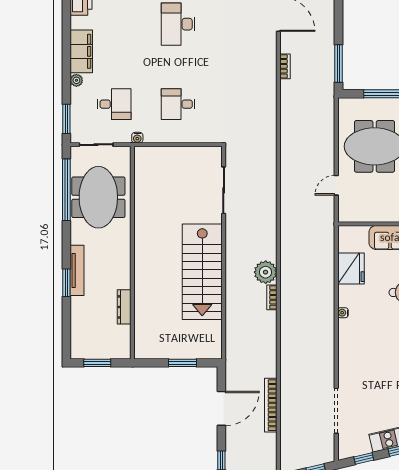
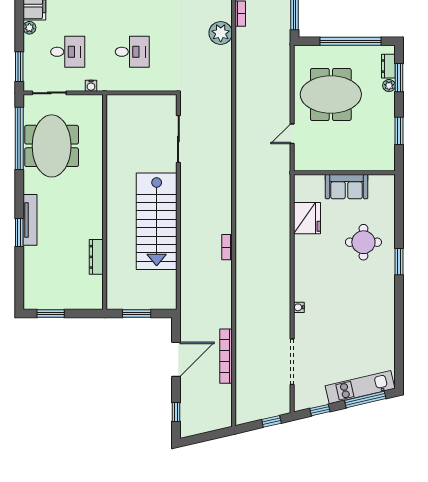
desk: (178, 104) -> (132, 52), turned 180
wall: (132, 253) -> (105, 202), moved
plant: (266, 272) -> (221, 33), moved
dresser: (124, 307) -> (96, 257), moved
water cooler: (343, 313) -> (299, 307), moved

